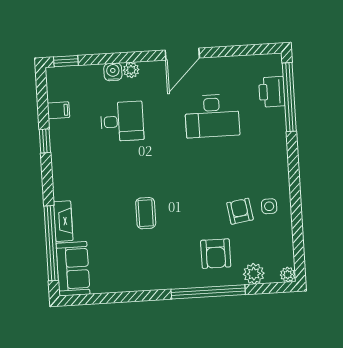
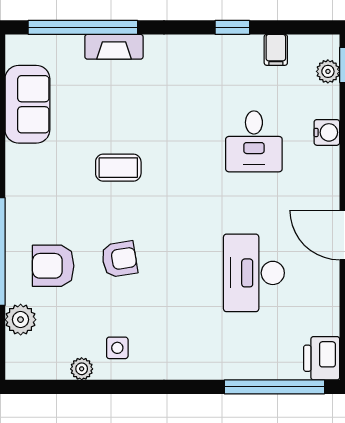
plant: (131, 70) -> (328, 71), moved
printer: (272, 92) -> (322, 358), moved, turned -90
armchair: (240, 211) -> (119, 259), moved
sofa: (73, 269) -> (27, 104), moved, turned -90
plant: (288, 275) -> (82, 369), moved

